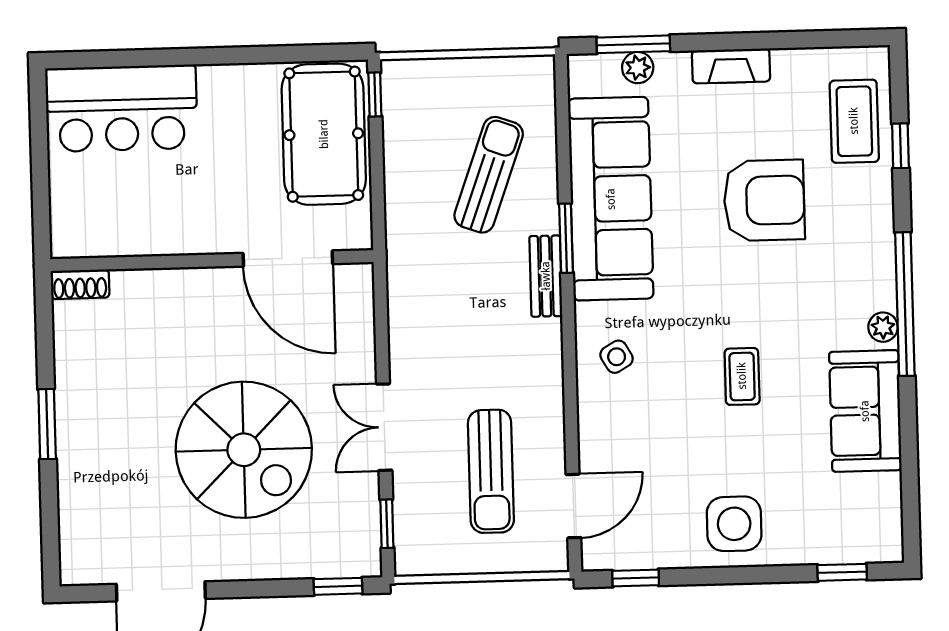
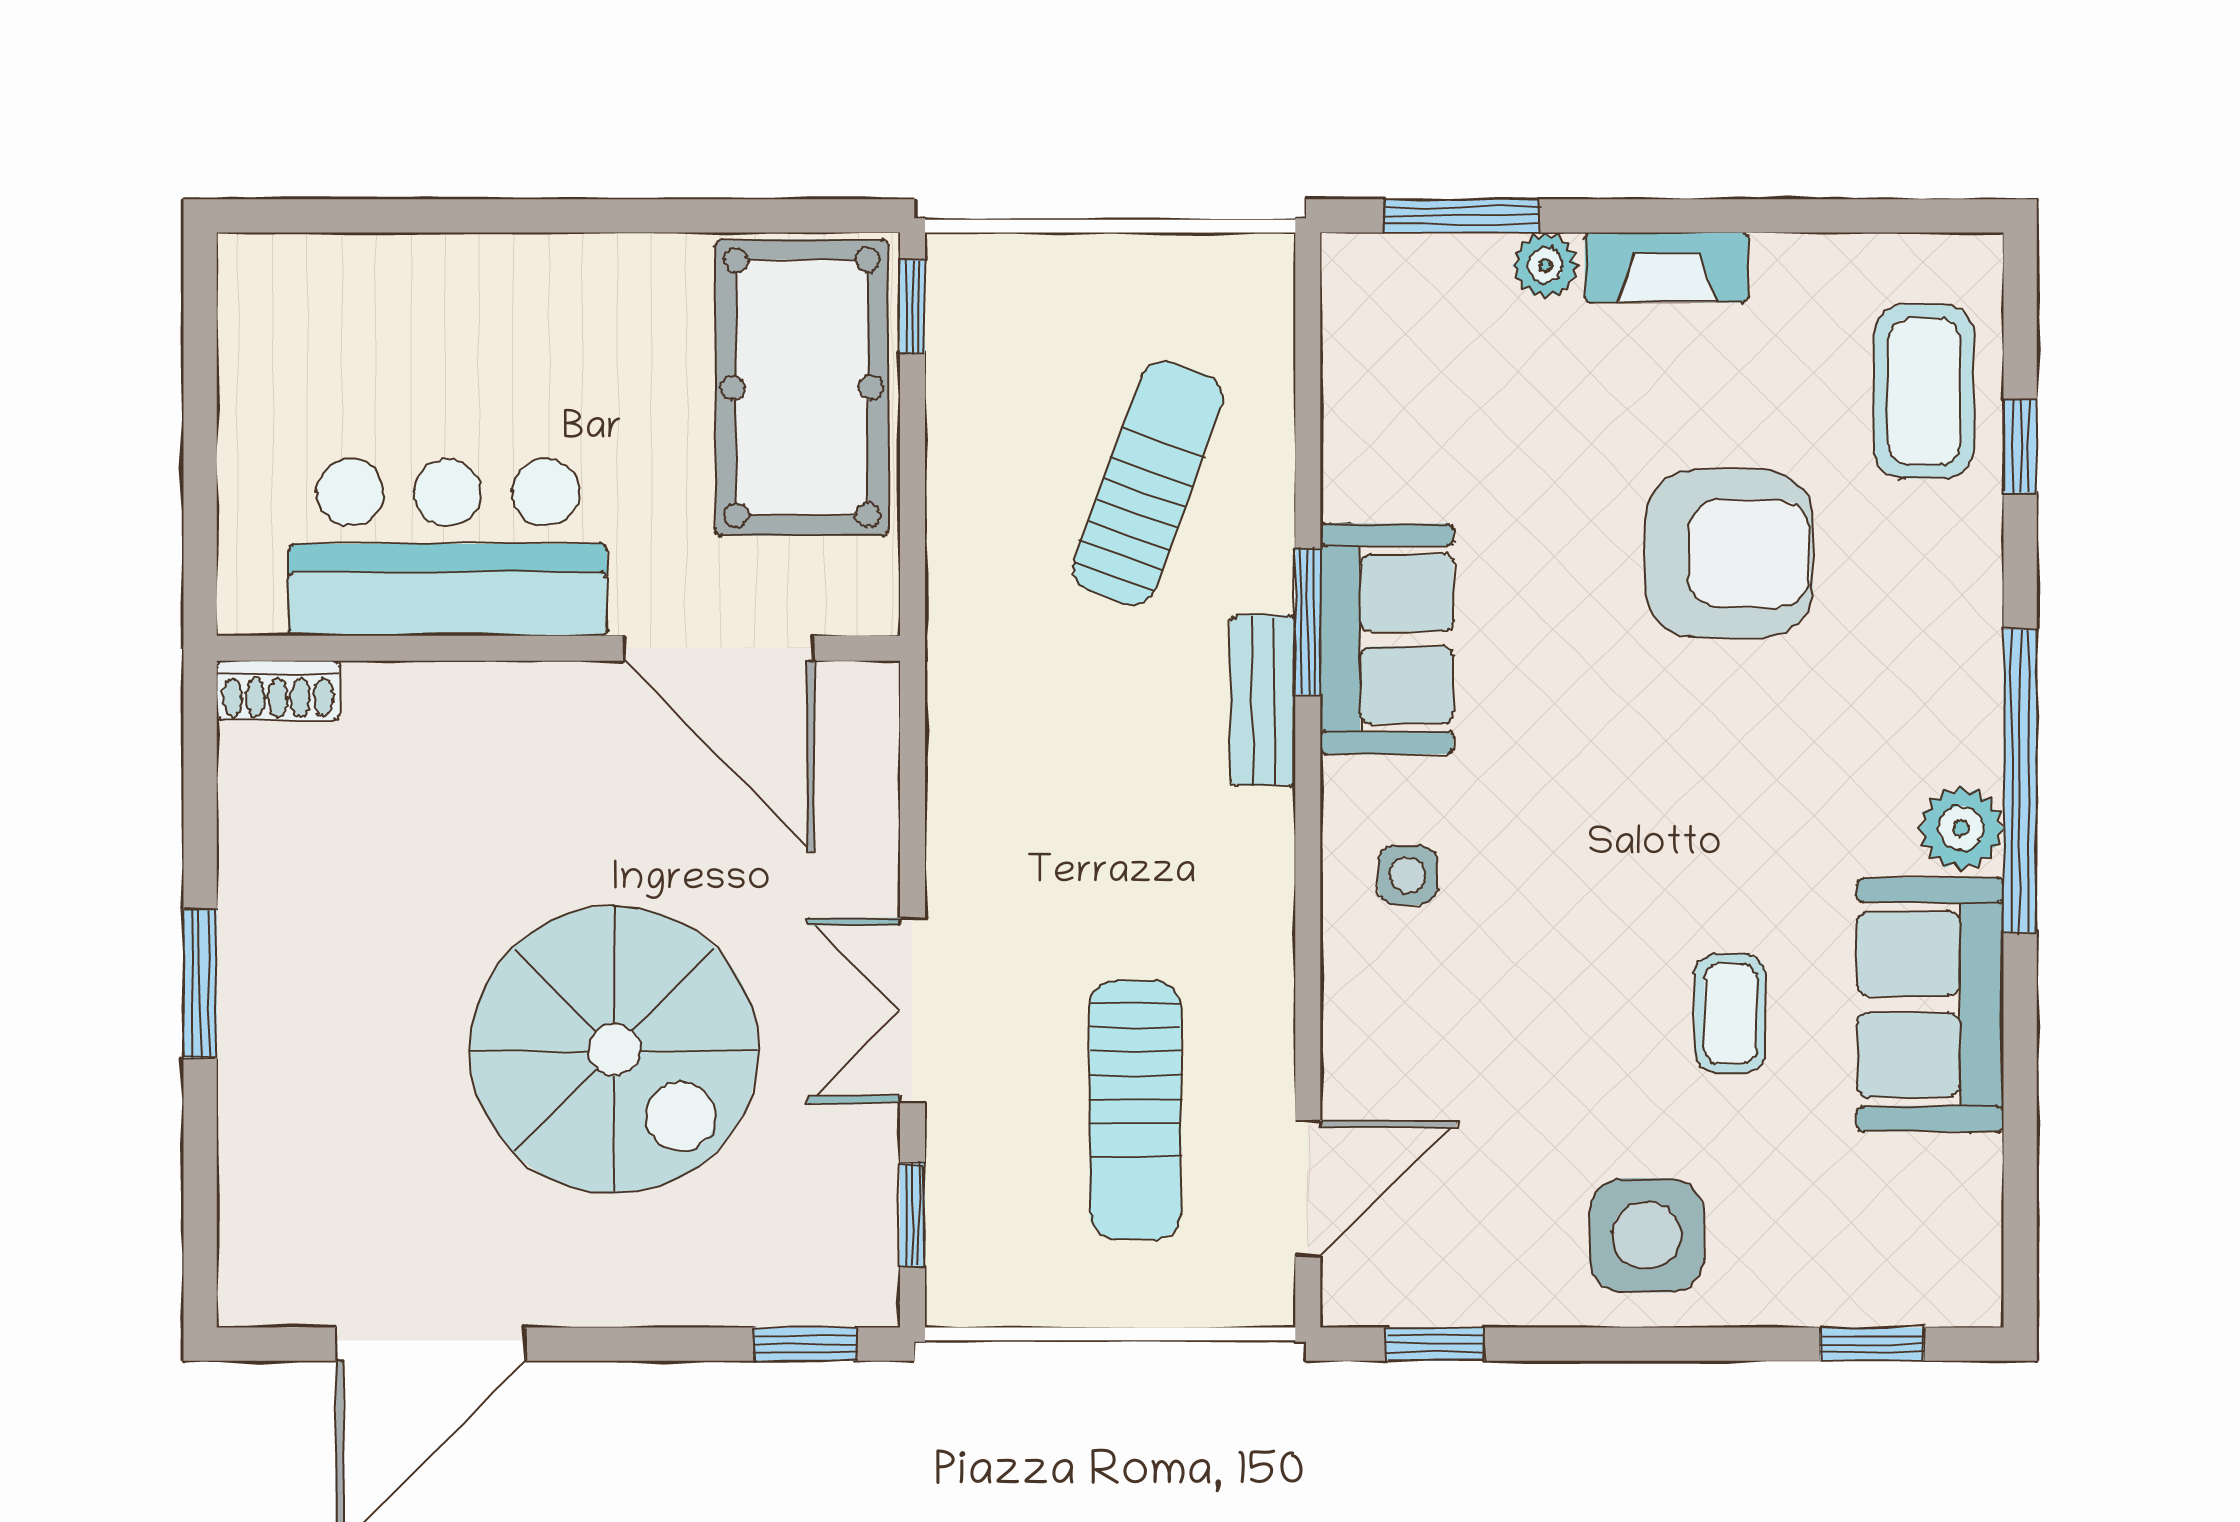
plant: (638, 68) -> (1545, 265), moved
bar counter: (121, 108) -> (448, 547), moved, turned 180
sofa: (611, 199) -> (1387, 639), width x0.54, depth x0.79
plant: (883, 327) -> (1961, 828), width x1.38, depth x1.38
side table: (617, 357) -> (1408, 875), turned 30
coffee table: (742, 376) -> (1730, 1013), moved

